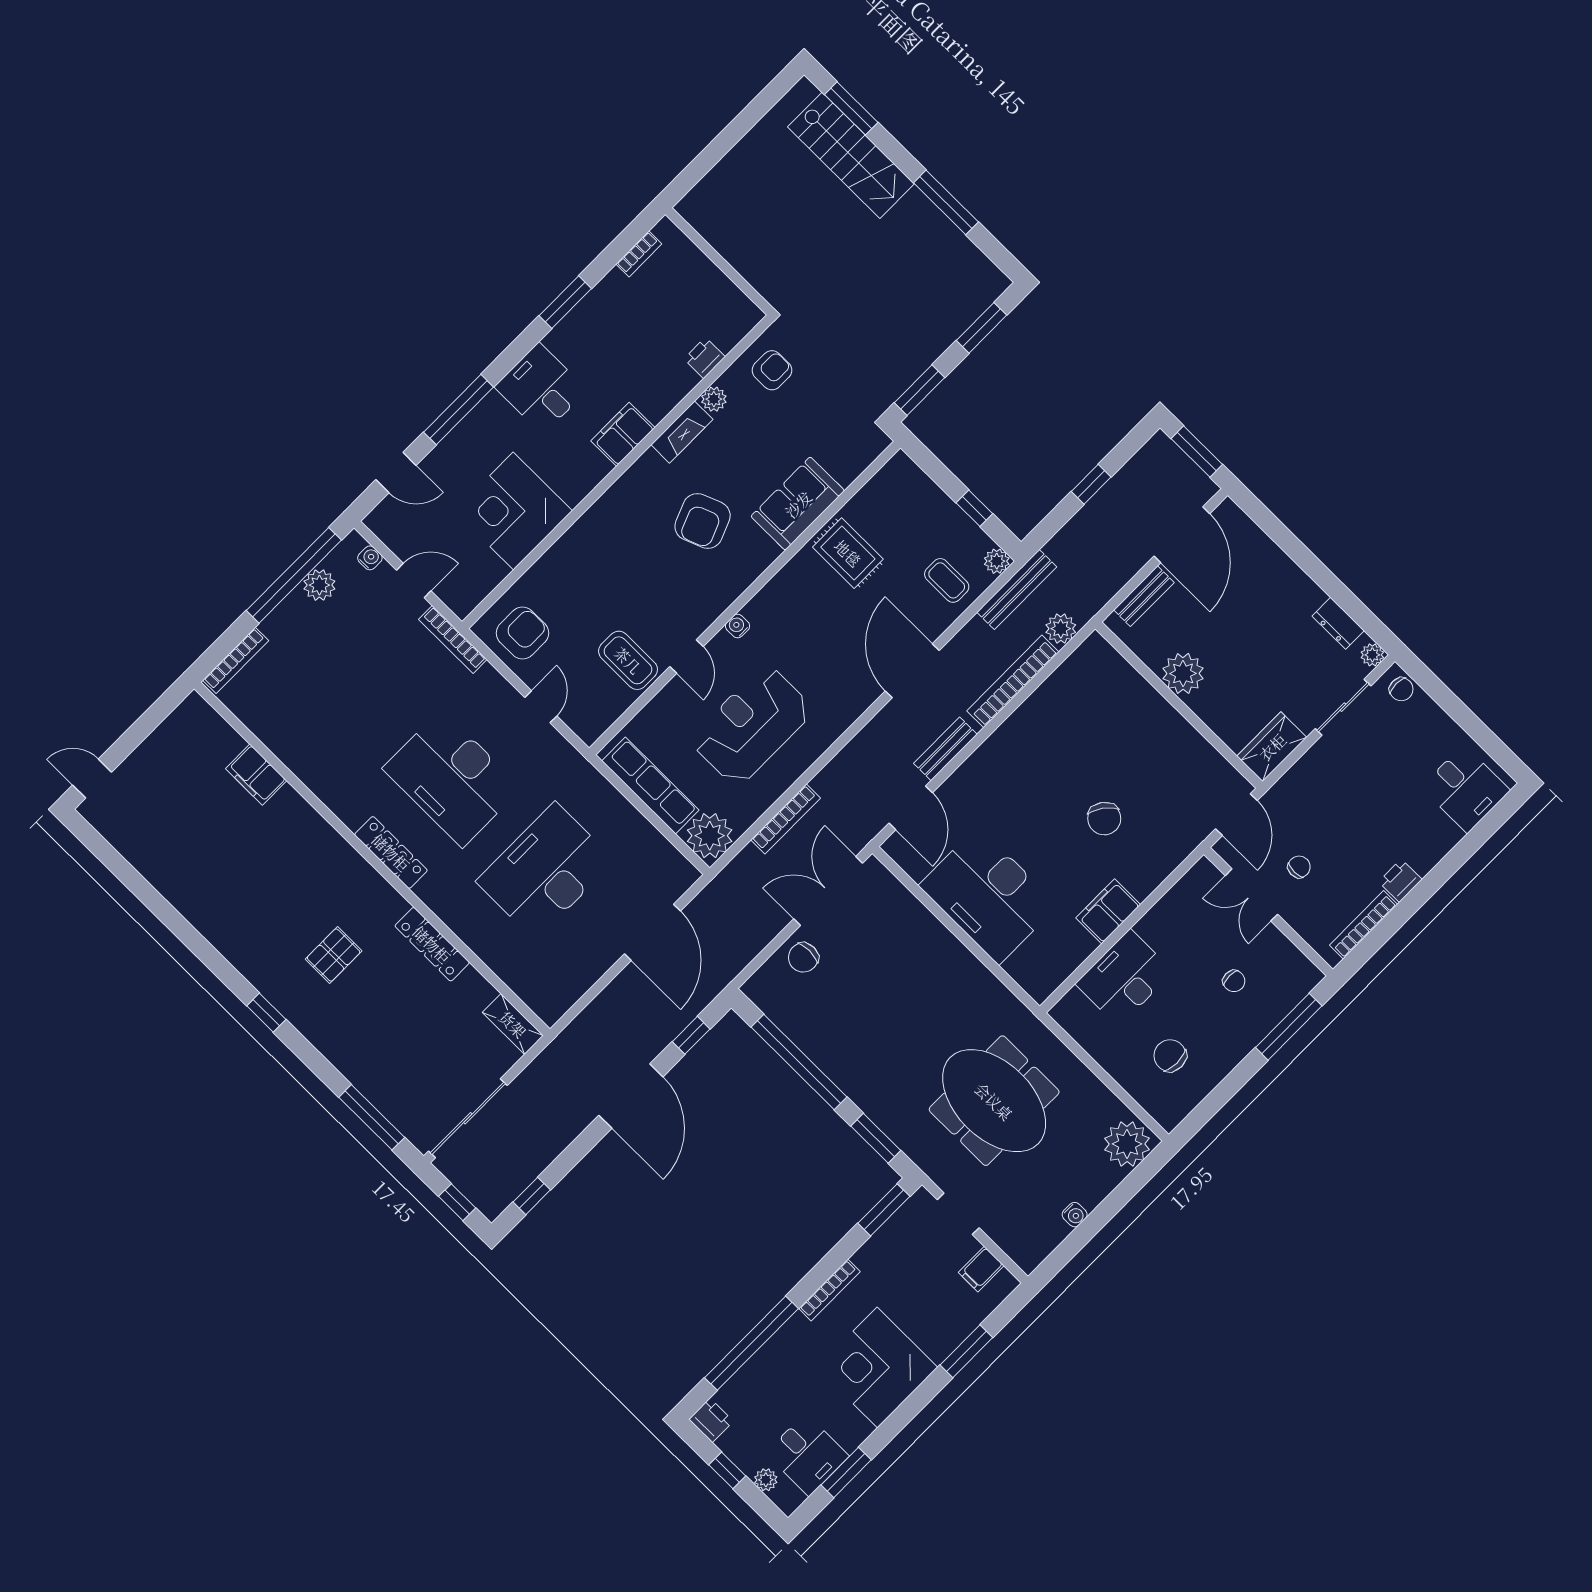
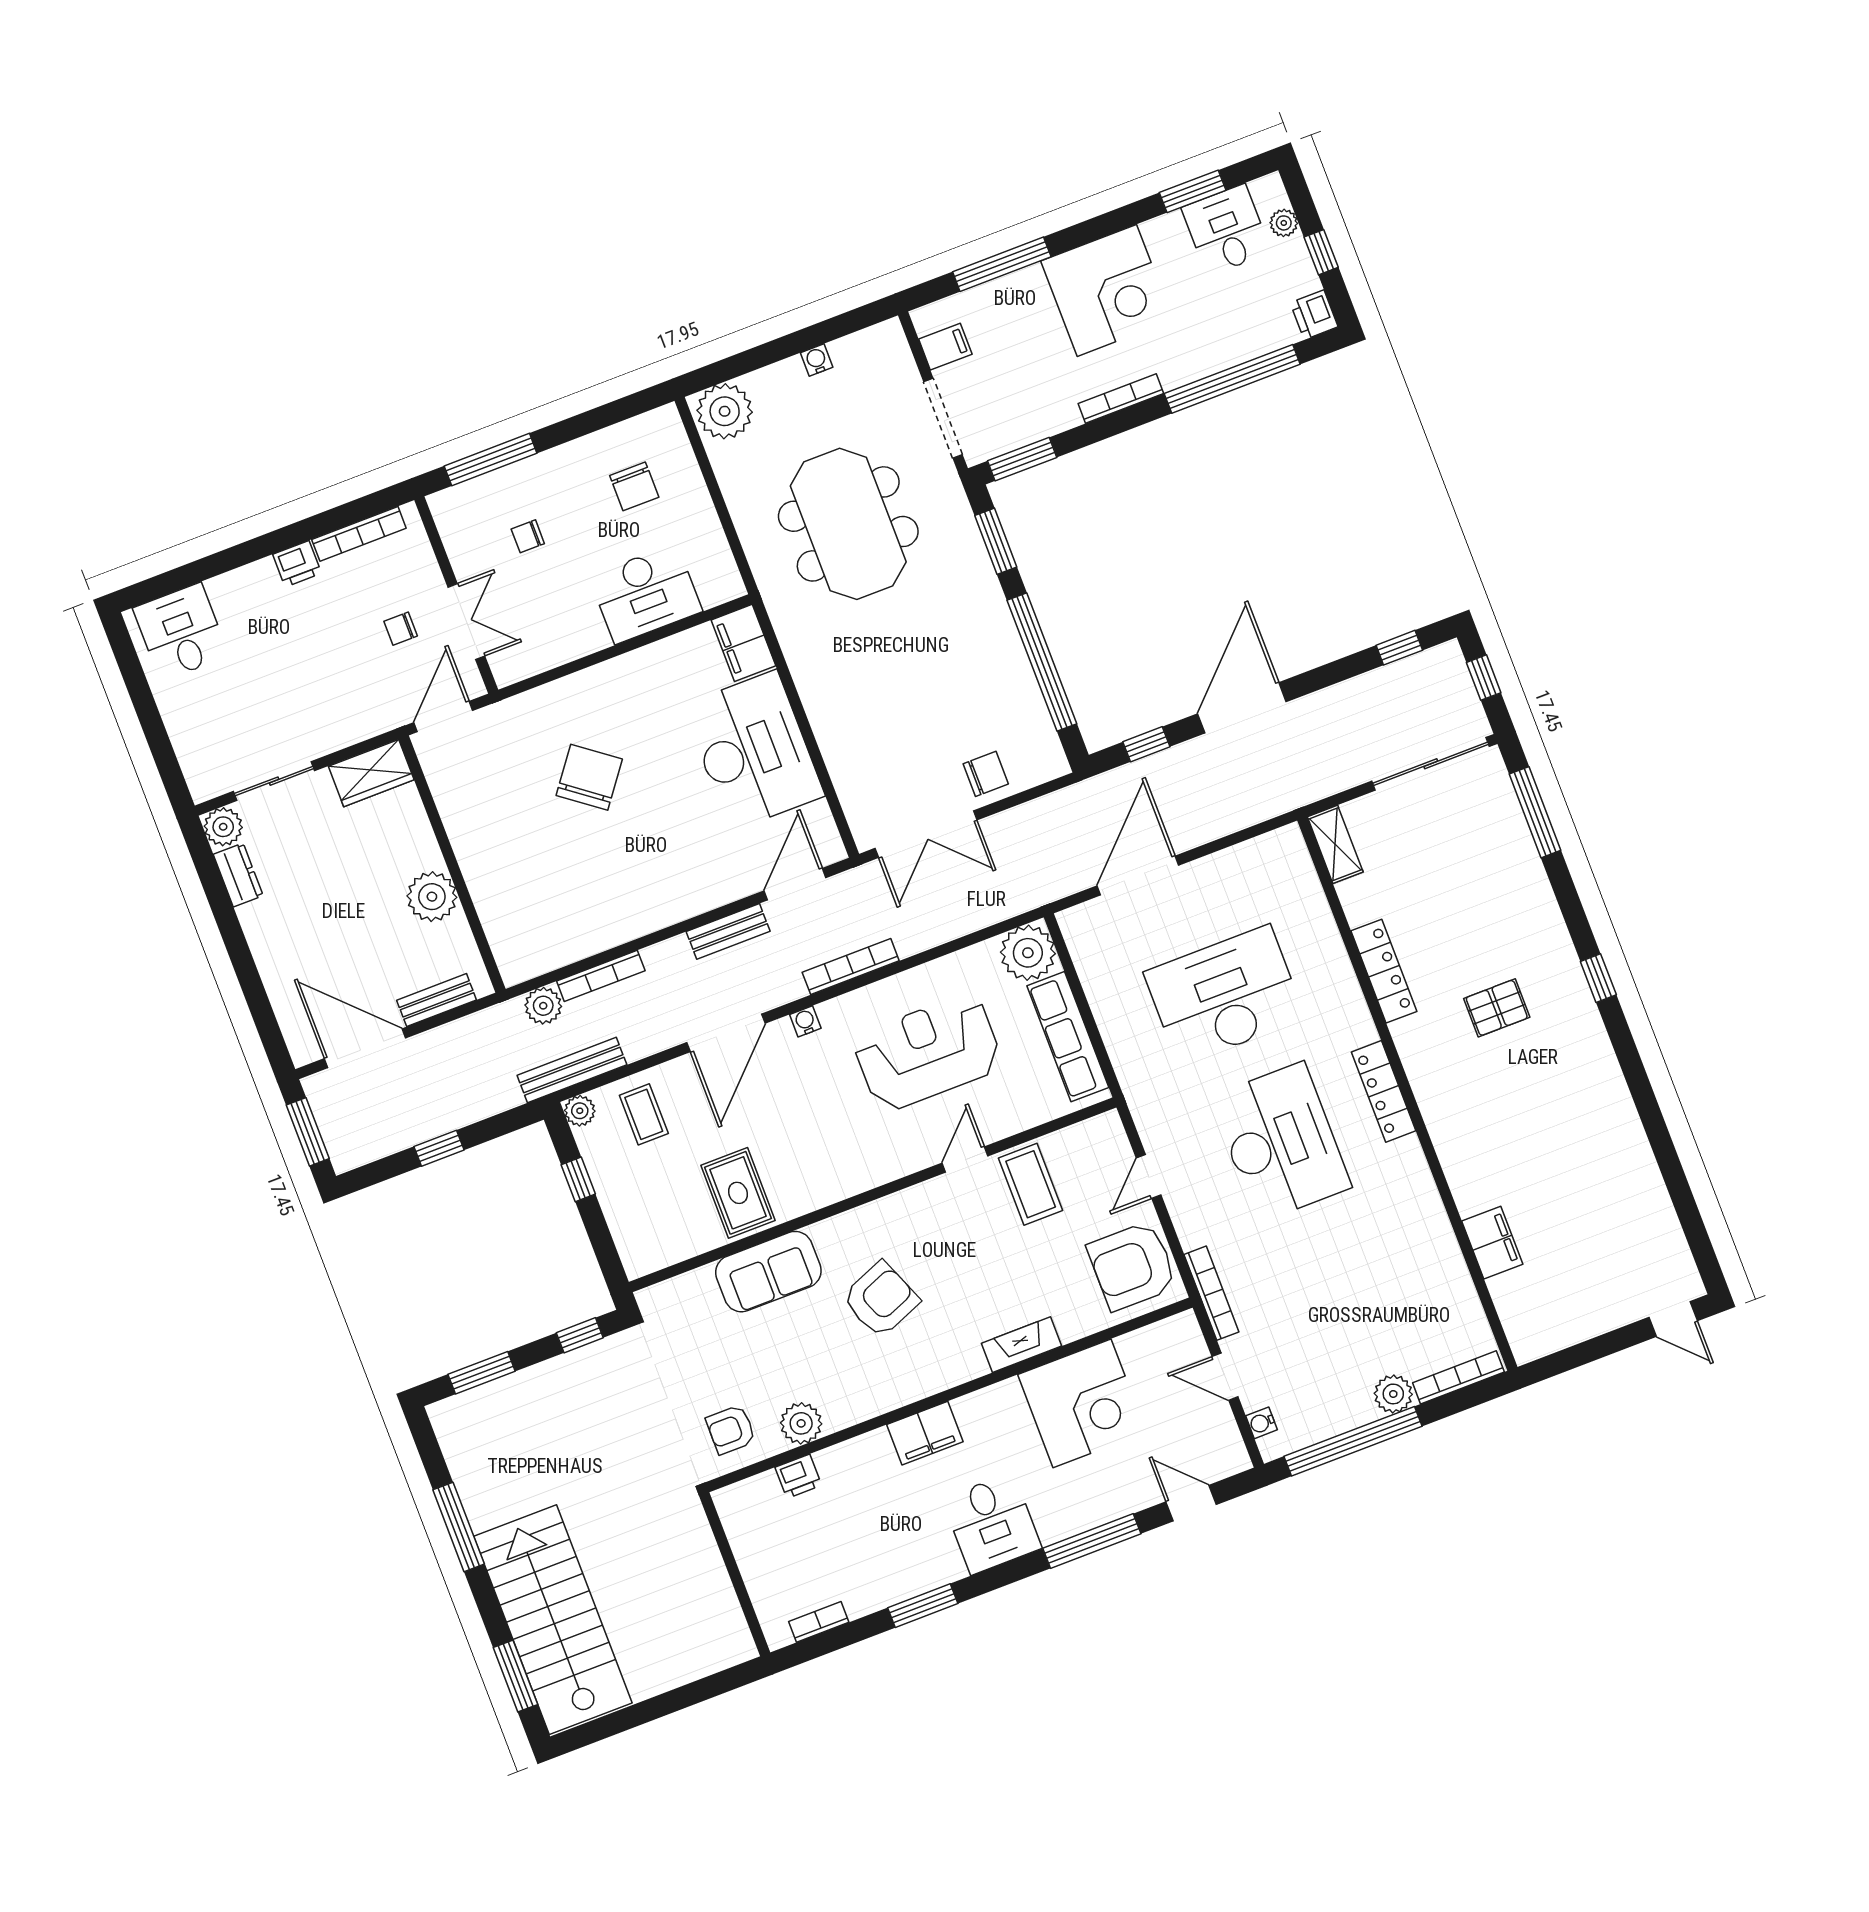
stairs: (851, 155) -> (553, 1620), width x1.36, depth x1.51
window: (920, 390) -> (580, 1335), width x0.67
plant: (714, 399) -> (801, 1423), width x1.38, depth x1.38
fireplace: (682, 432) -> (1021, 1345), moved
door: (1182, 535) -> (365, 1048), hinge flipped
plant: (319, 585) -> (1393, 1394), moved
water cooler: (738, 626) -> (805, 1021), moved, turned 180
armchair: (522, 633) -> (1132, 1266), width x1.36, depth x1.36
plant: (1372, 655) -> (223, 827), width x1.38, depth x1.38
bookcase: (1013, 681) -> (601, 976), width x0.68, depth x0.76
chair: (1401, 689) -> (202, 772), removed
reception desk: (752, 725) -> (928, 1052), turned 180
bookcase: (786, 819) -> (851, 967), moved
chair: (1104, 819) -> (589, 777), width x1.37, depth x1.37
desk: (545, 871) -> (1225, 995), turned 180
filing cabinet: (1108, 911) -> (743, 643), moved, turned 90
chair: (1234, 981) -> (528, 536), turned -90
doorway: (958, 1214) -> (943, 418), width x1.38
window: (966, 1351) -> (1002, 264), width x1.44

